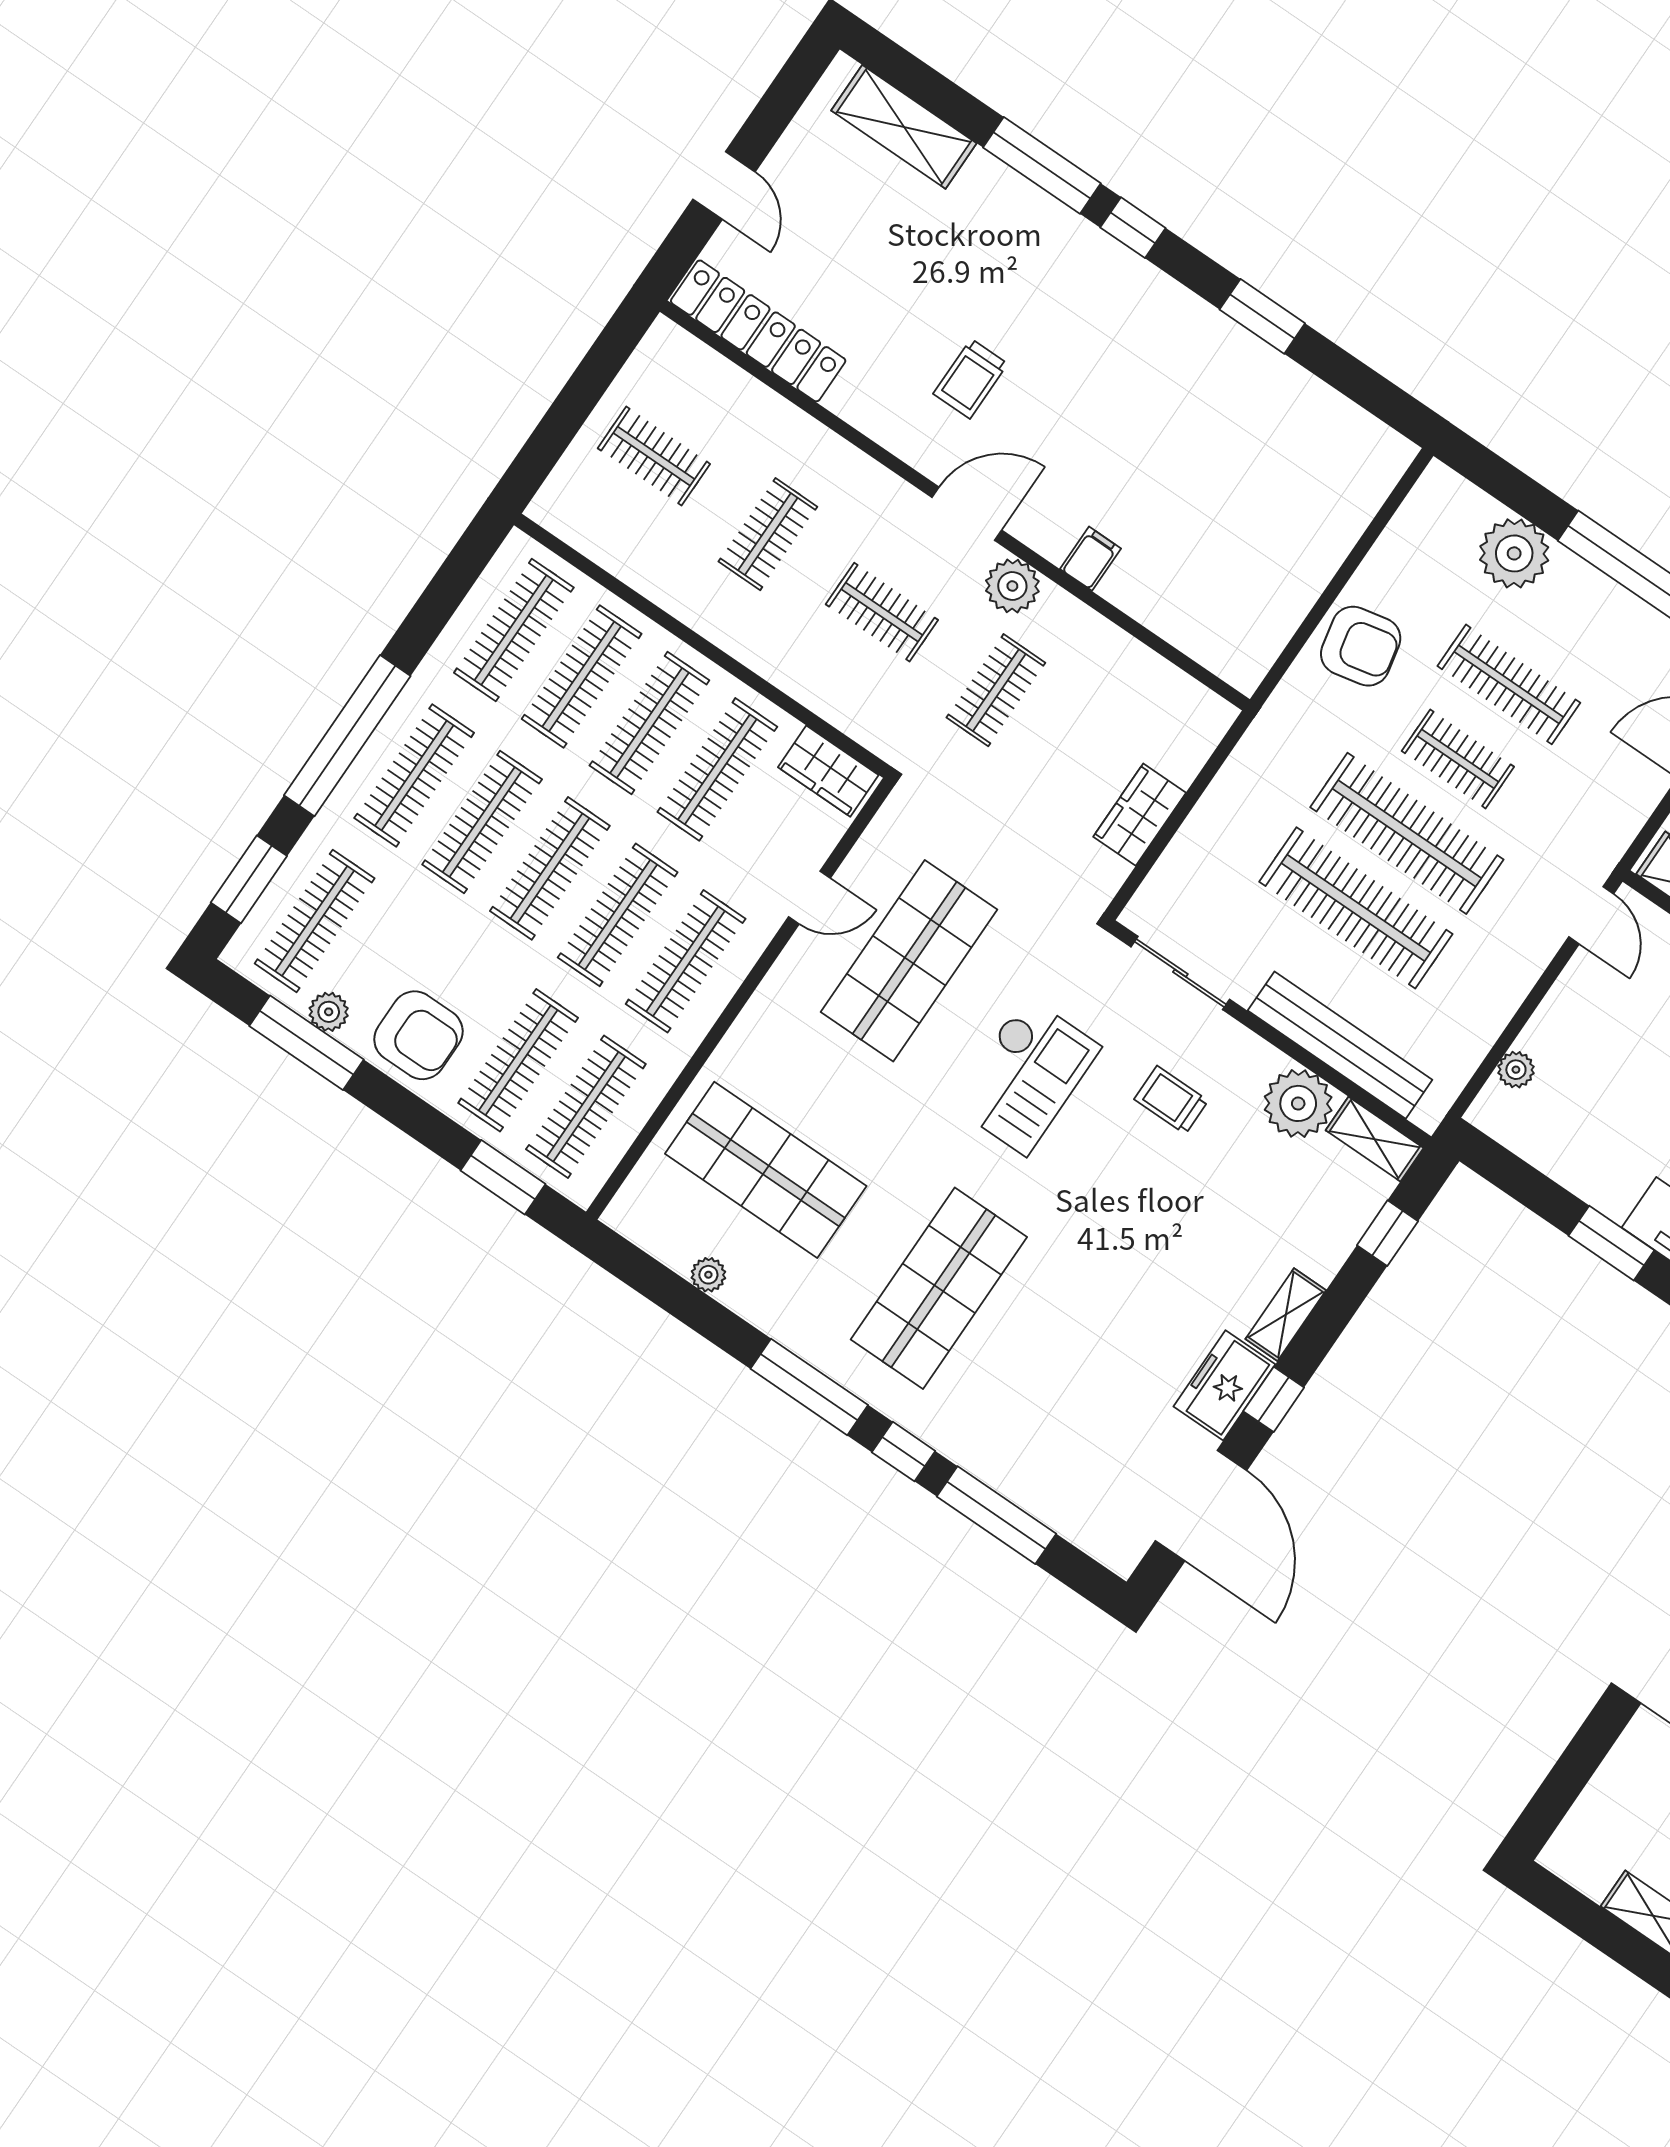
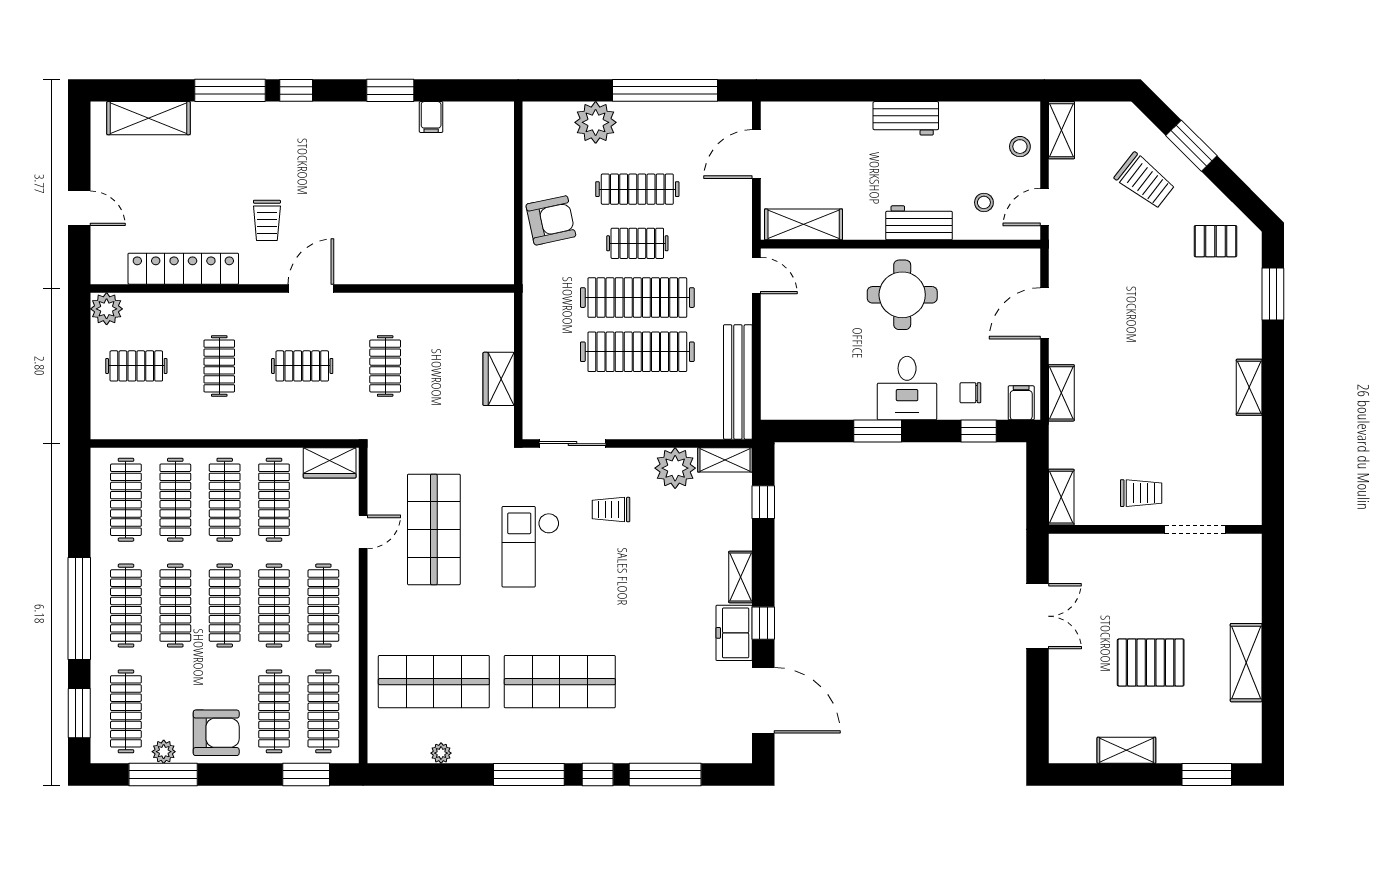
locker: (758, 331) -> (183, 269), moved
filing cabinet: (1090, 559) -> (431, 117), moved, turned 180
plant: (1012, 586) -> (107, 309), moved
bench: (1340, 1045) -> (738, 382), moved, turned 90
plant: (1516, 1070) -> (771, 378), removed
checkout: (1026, 1075) -> (531, 547), turned 180
shop shelf: (939, 1288) -> (560, 682), turned 90

